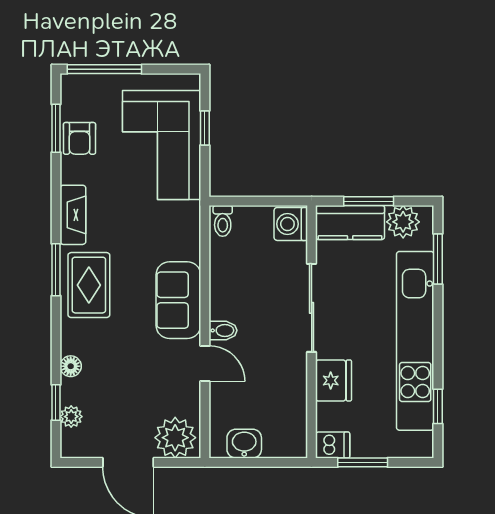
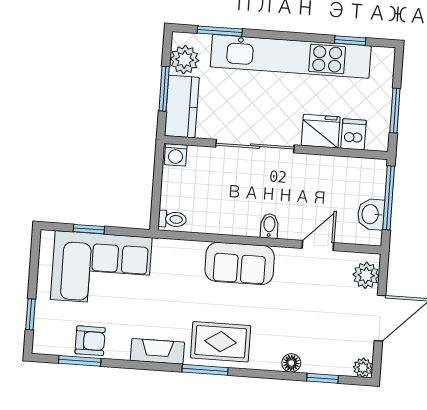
window: (104, 69) -> (30, 314), width x0.46
washing machine: (291, 224) -> (176, 155), width x0.73, depth x0.73
door: (205, 364) -> (318, 246), moved
plant: (71, 417) -> (363, 368), moved
plant: (175, 438) -> (366, 275), width x0.73, depth x0.73
dishwasher: (333, 445) -> (354, 134), moved
window: (264, 462) -> (389, 198), added

